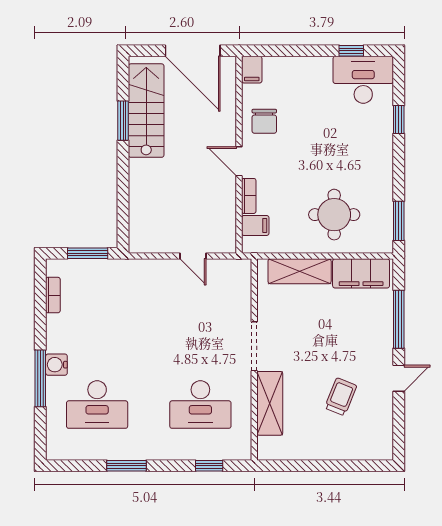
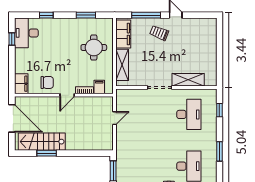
door: (193, 51) -> (12, 118), hinge flipped
filing cabinet: (252, 70) -> (21, 84), width x2.00
window: (399, 221) -> (86, 15), moved
trolley: (341, 397) -> (159, 33), moved

